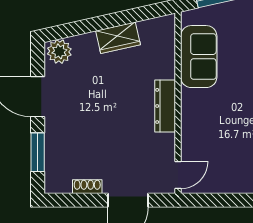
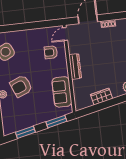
armchair: (212, 141) -> (51, 52), added

